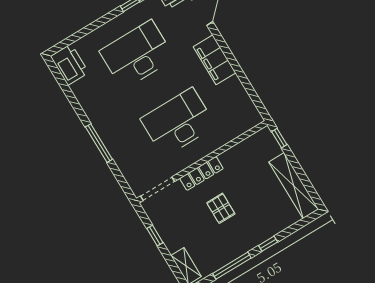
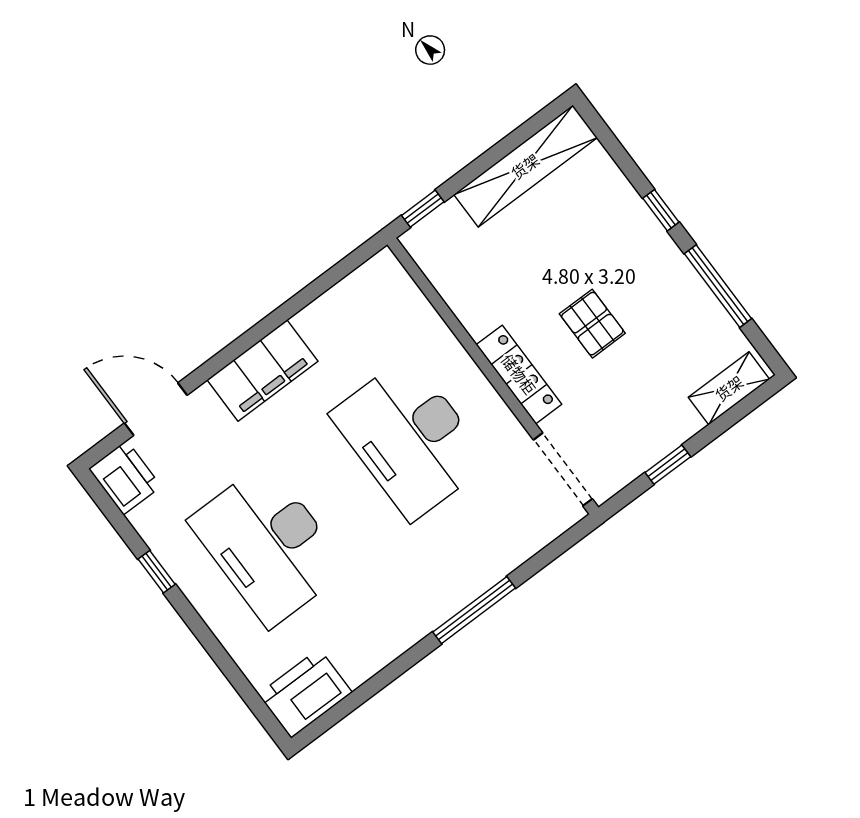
pallet: (221, 208) -> (592, 324), turned 90

